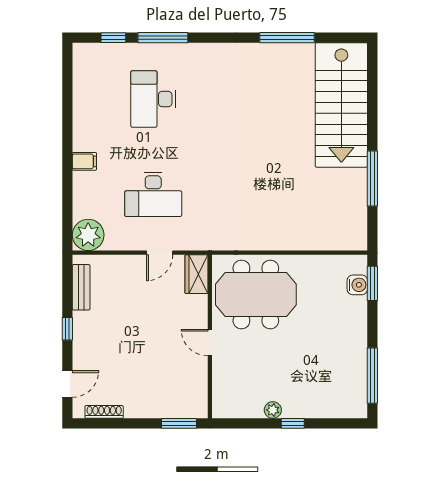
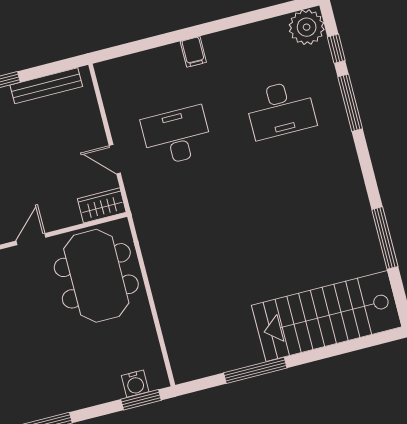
desk: (153, 99) -> (280, 109), turned 180
desk: (153, 194) -> (177, 136), turned 90
plant: (88, 235) -> (307, 27), moved
bench: (81, 287) -> (46, 86), width x1.36

